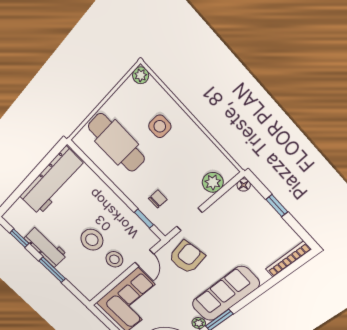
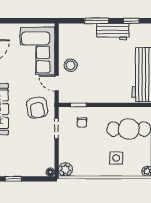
plant: (213, 182) -> (65, 170), moved
window: (277, 206) -> (13, 179), moved
stool: (92, 240) -> (93, 64), removed

